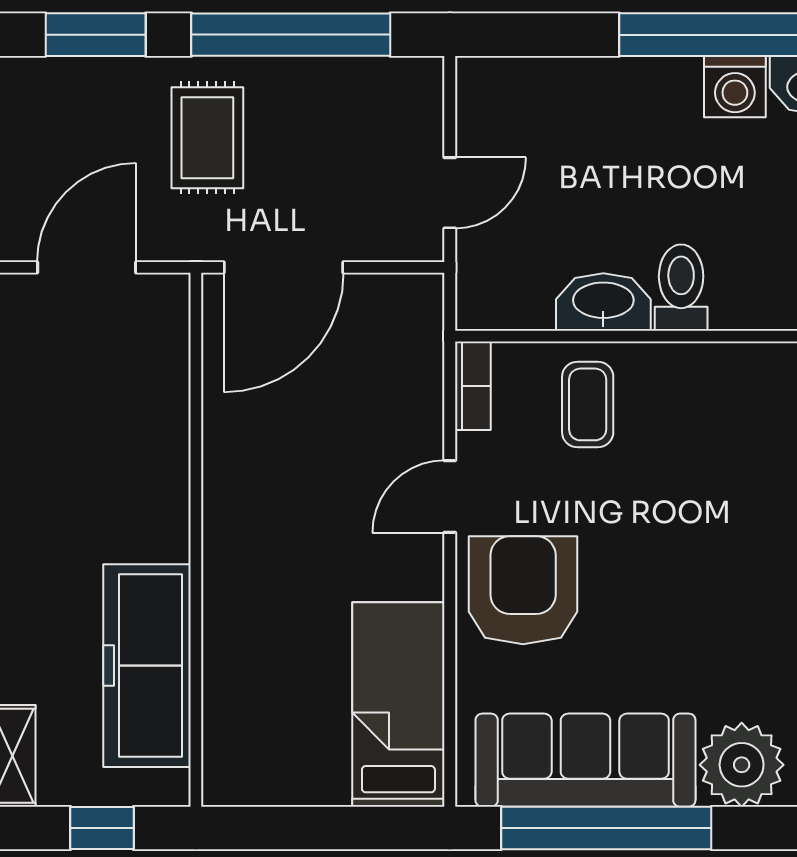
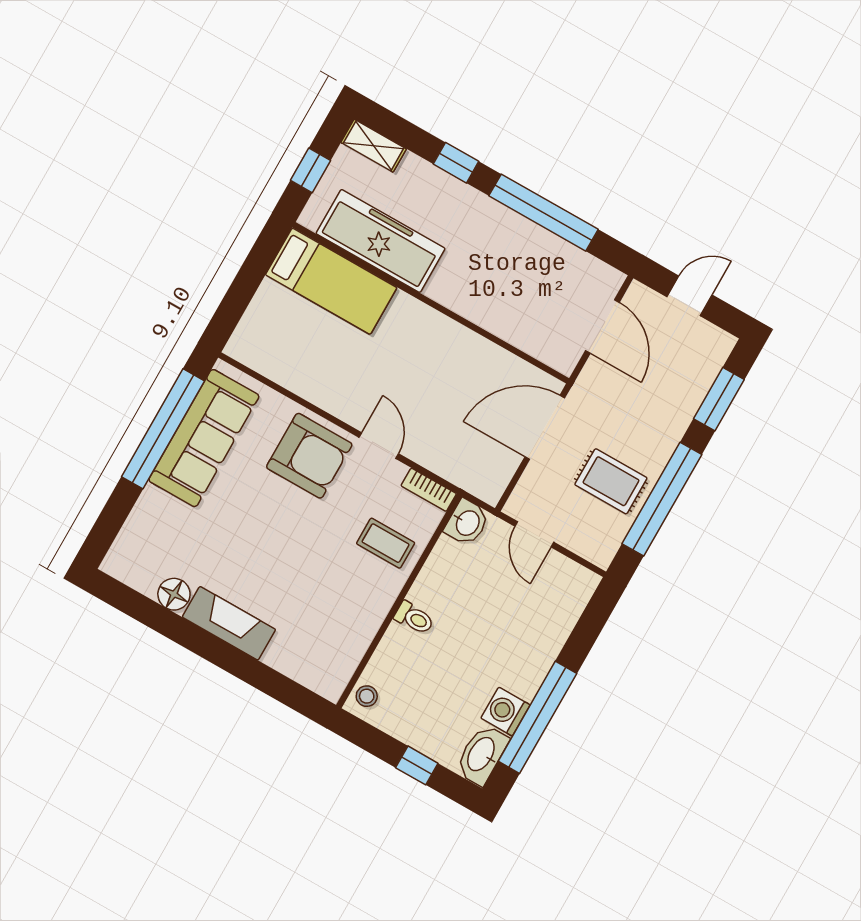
rug: (207, 138) -> (611, 481), moved
door: (284, 267) -> (545, 427), hinge flipped
toilet: (681, 288) -> (414, 618), width x0.73, depth x0.72
washbasin: (603, 302) -> (467, 523), moved, width x0.72
bed: (398, 705) -> (331, 281), moved
plant: (742, 765) -> (156, 517), removed

